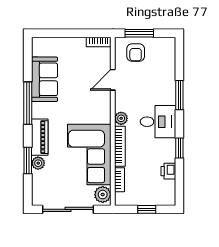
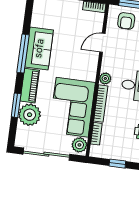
sofa: (45, 79) -> (39, 48), moved
plant: (38, 163) -> (30, 115), width x1.88, depth x1.88

